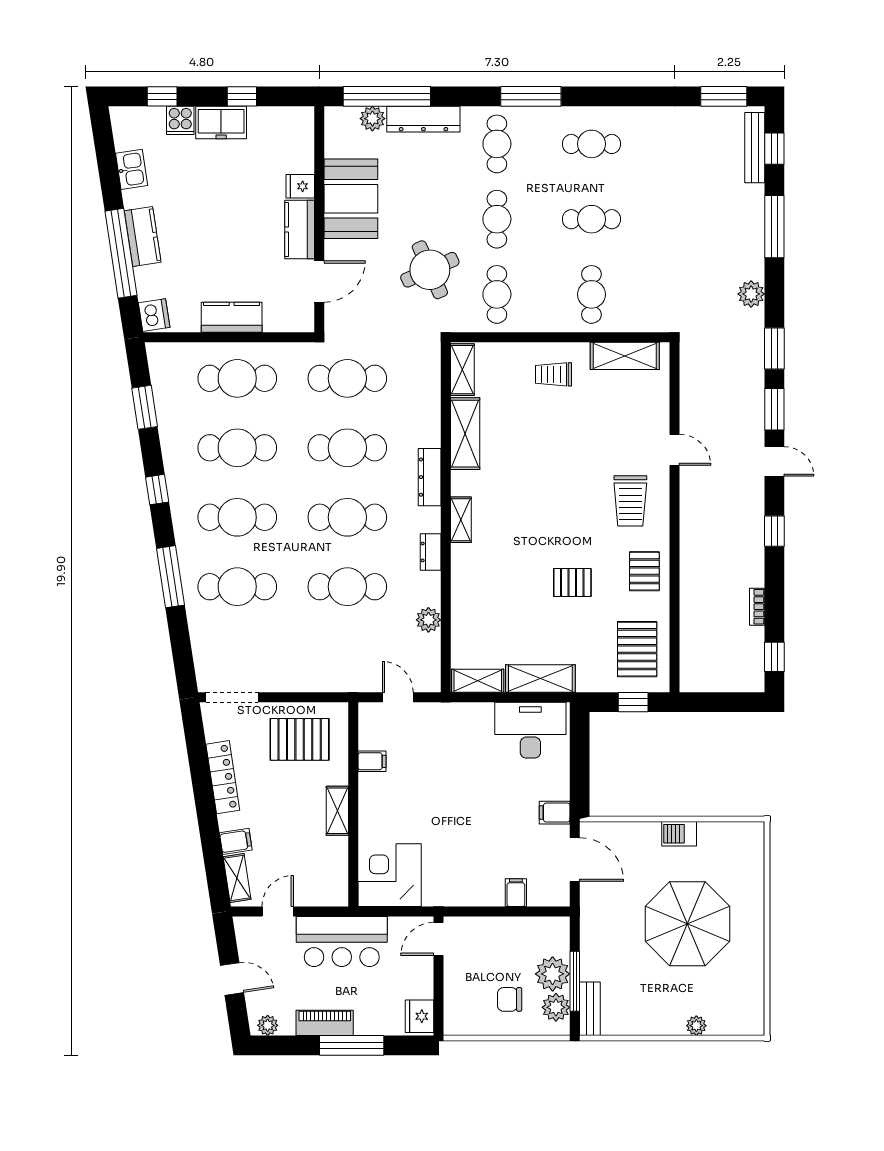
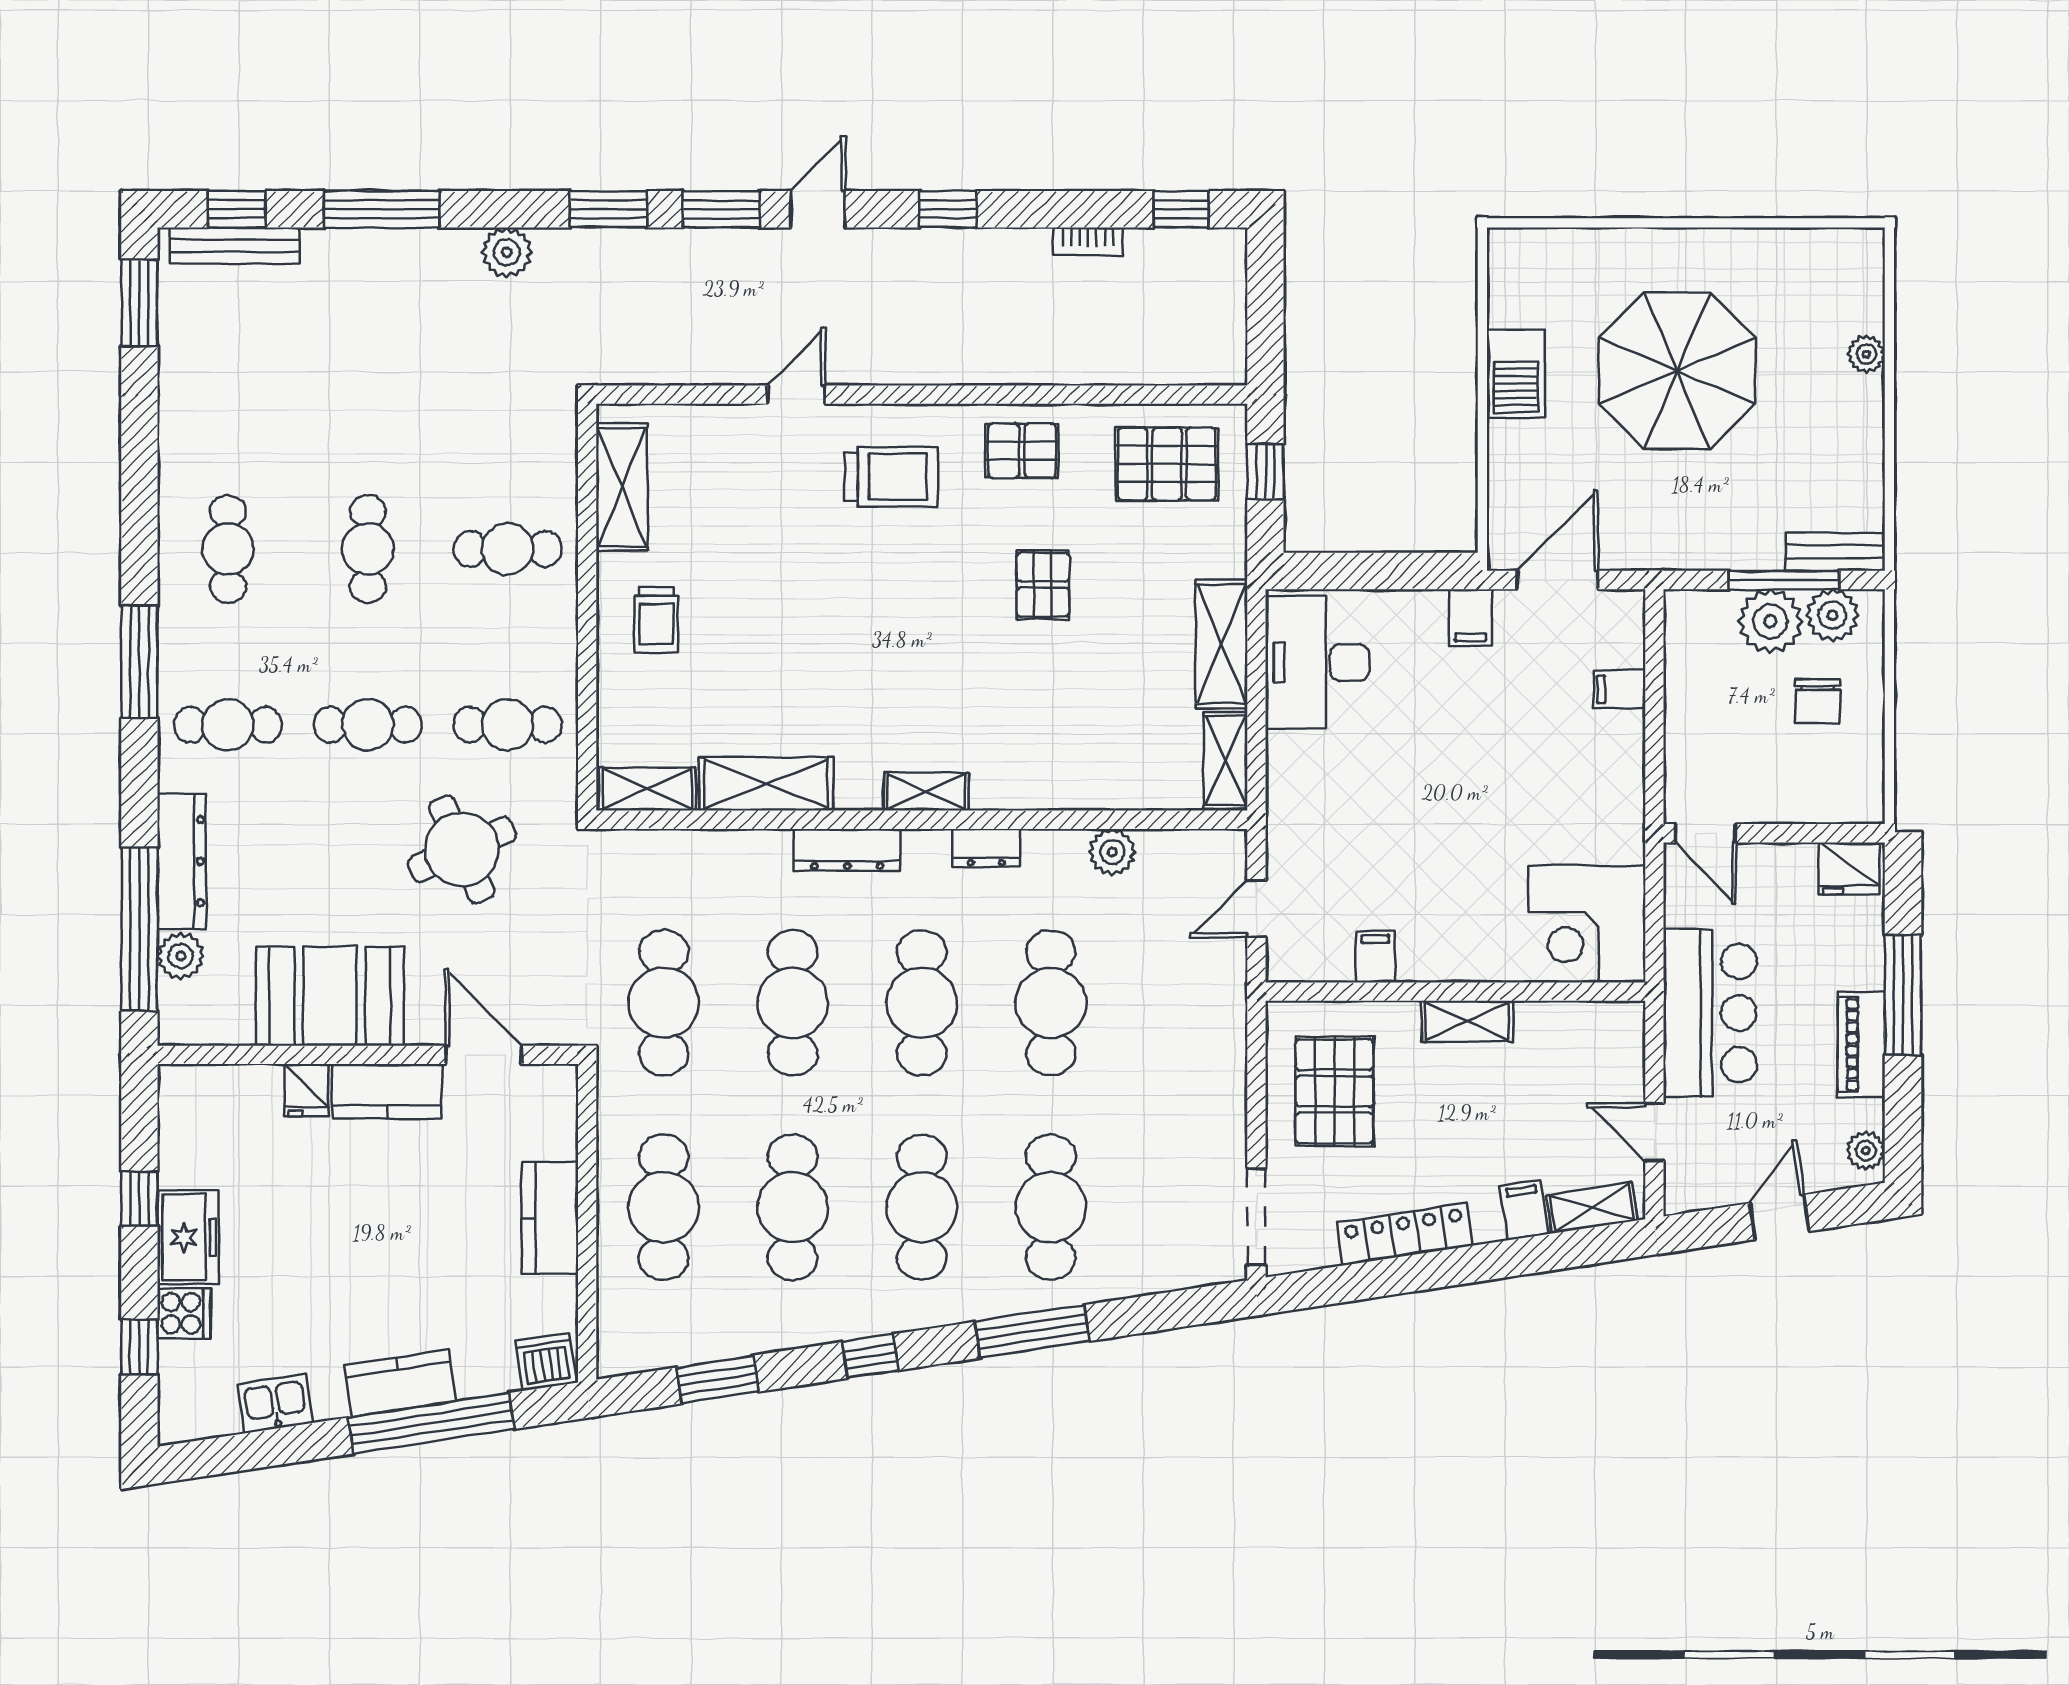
barbecue: (679, 834) -> (1516, 374), width x1.38, depth x1.27

